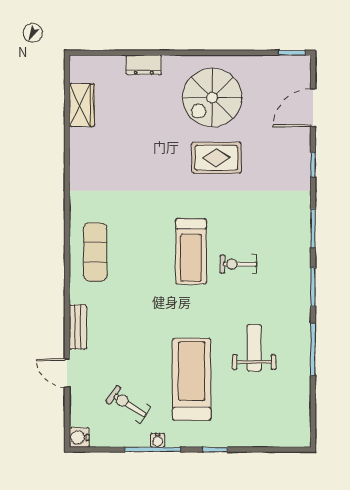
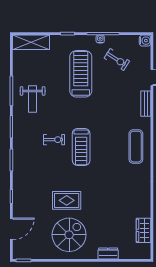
treadmill: (191, 251) -> (81, 147), turned 180
weight bench: (254, 348) -> (33, 99), moved
treadmill: (192, 379) -> (81, 74), turned 180
shelving: (279, 435) -> (31, 42), added

